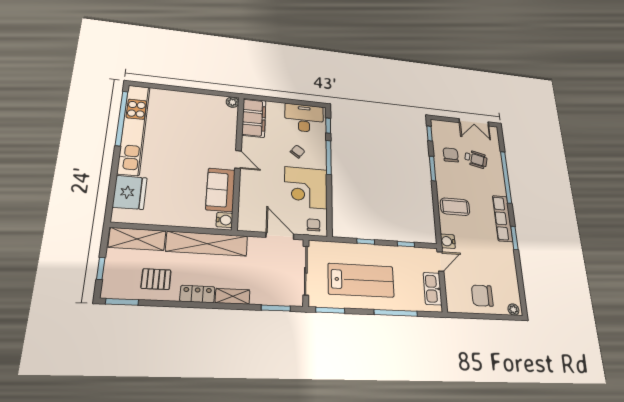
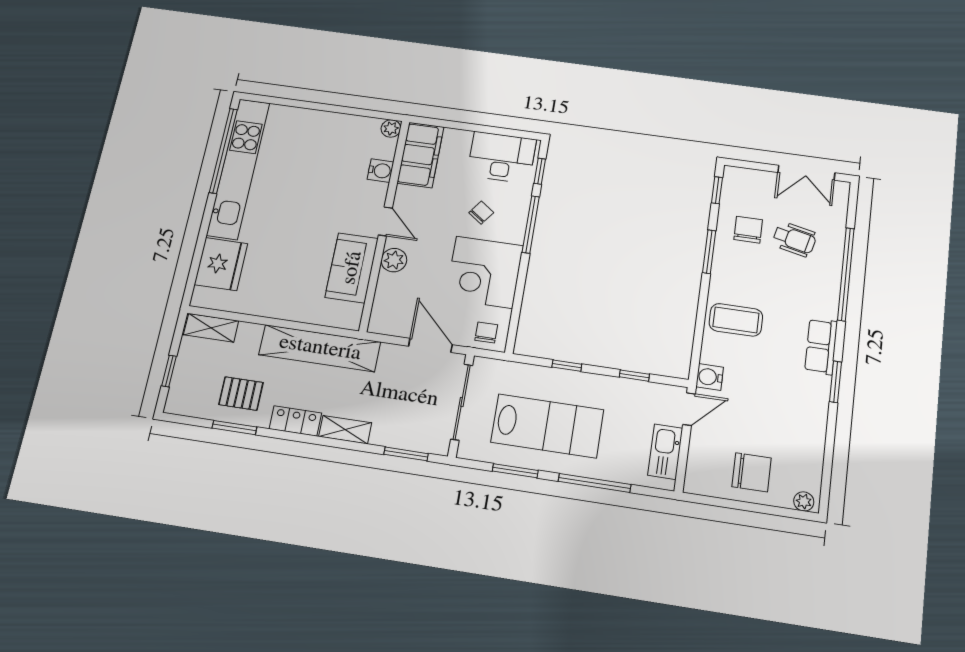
plant: (248, 183) -> (394, 260), added
row of seats: (503, 218) -> (821, 346), width x0.68
water cooler: (224, 220) -> (380, 171), moved
shelving: (137, 239) -> (211, 328), width x0.67, depth x0.75
chair: (482, 296) -> (752, 472), turned 180
window: (122, 302) -> (234, 428), moved
window: (330, 310) -> (515, 471), moved

